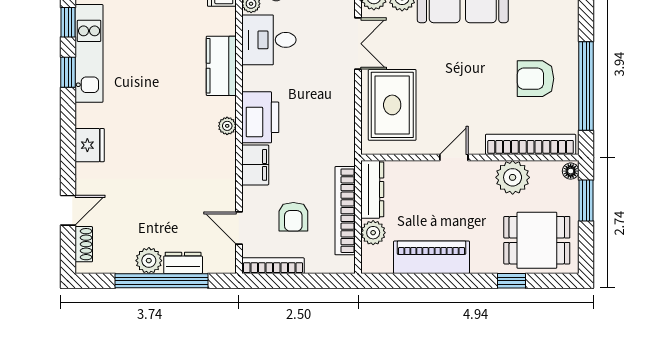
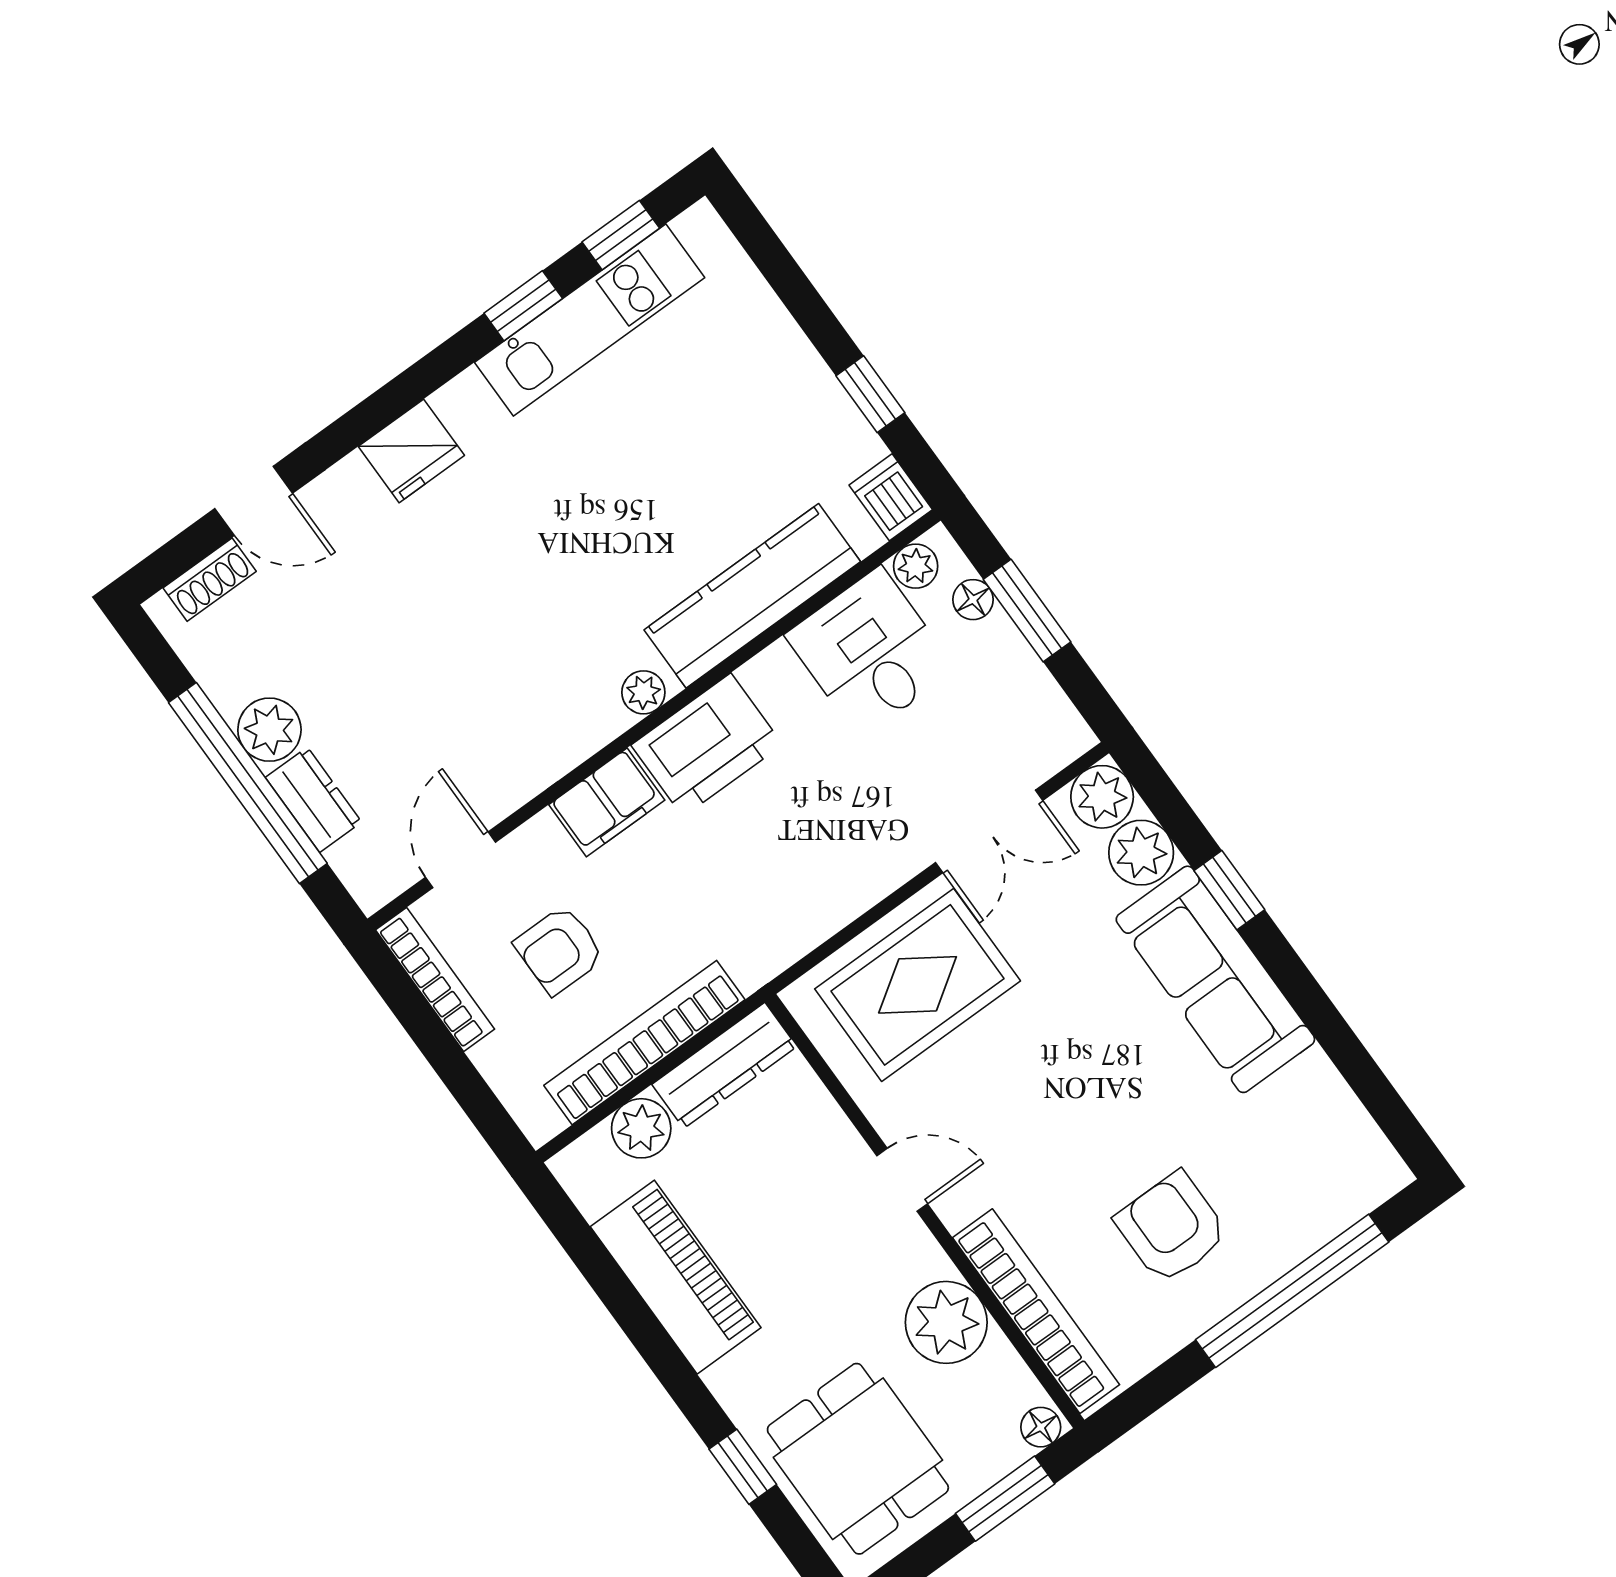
kitchen counter: (221, 66) -> (752, 596), width x1.50
window: (586, 86) -> (1292, 1291), moved

